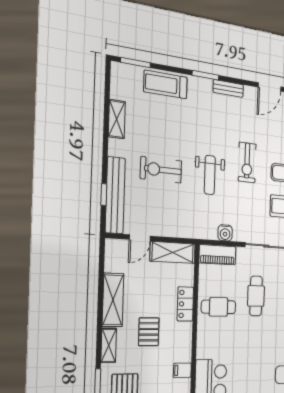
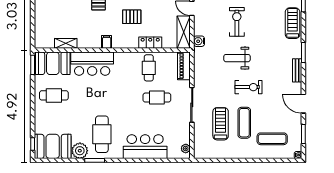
exercise bike: (247, 163) -> (248, 87), turned 180
water cooler: (225, 233) -> (199, 41), moved

